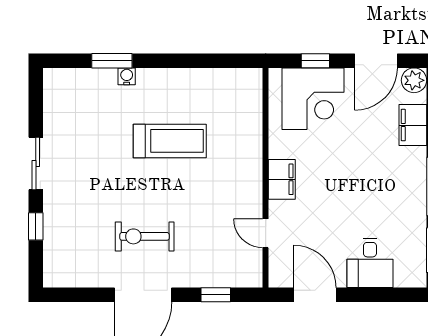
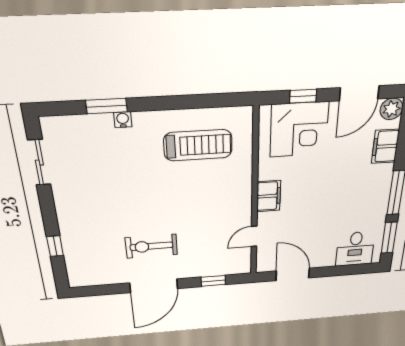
treadmill: (170, 141) -> (198, 145), moved
sliding door: (36, 164) -> (39, 163), moved
door: (266, 233) -> (254, 236), hinge flipped
desk: (370, 263) -> (355, 249), moved

